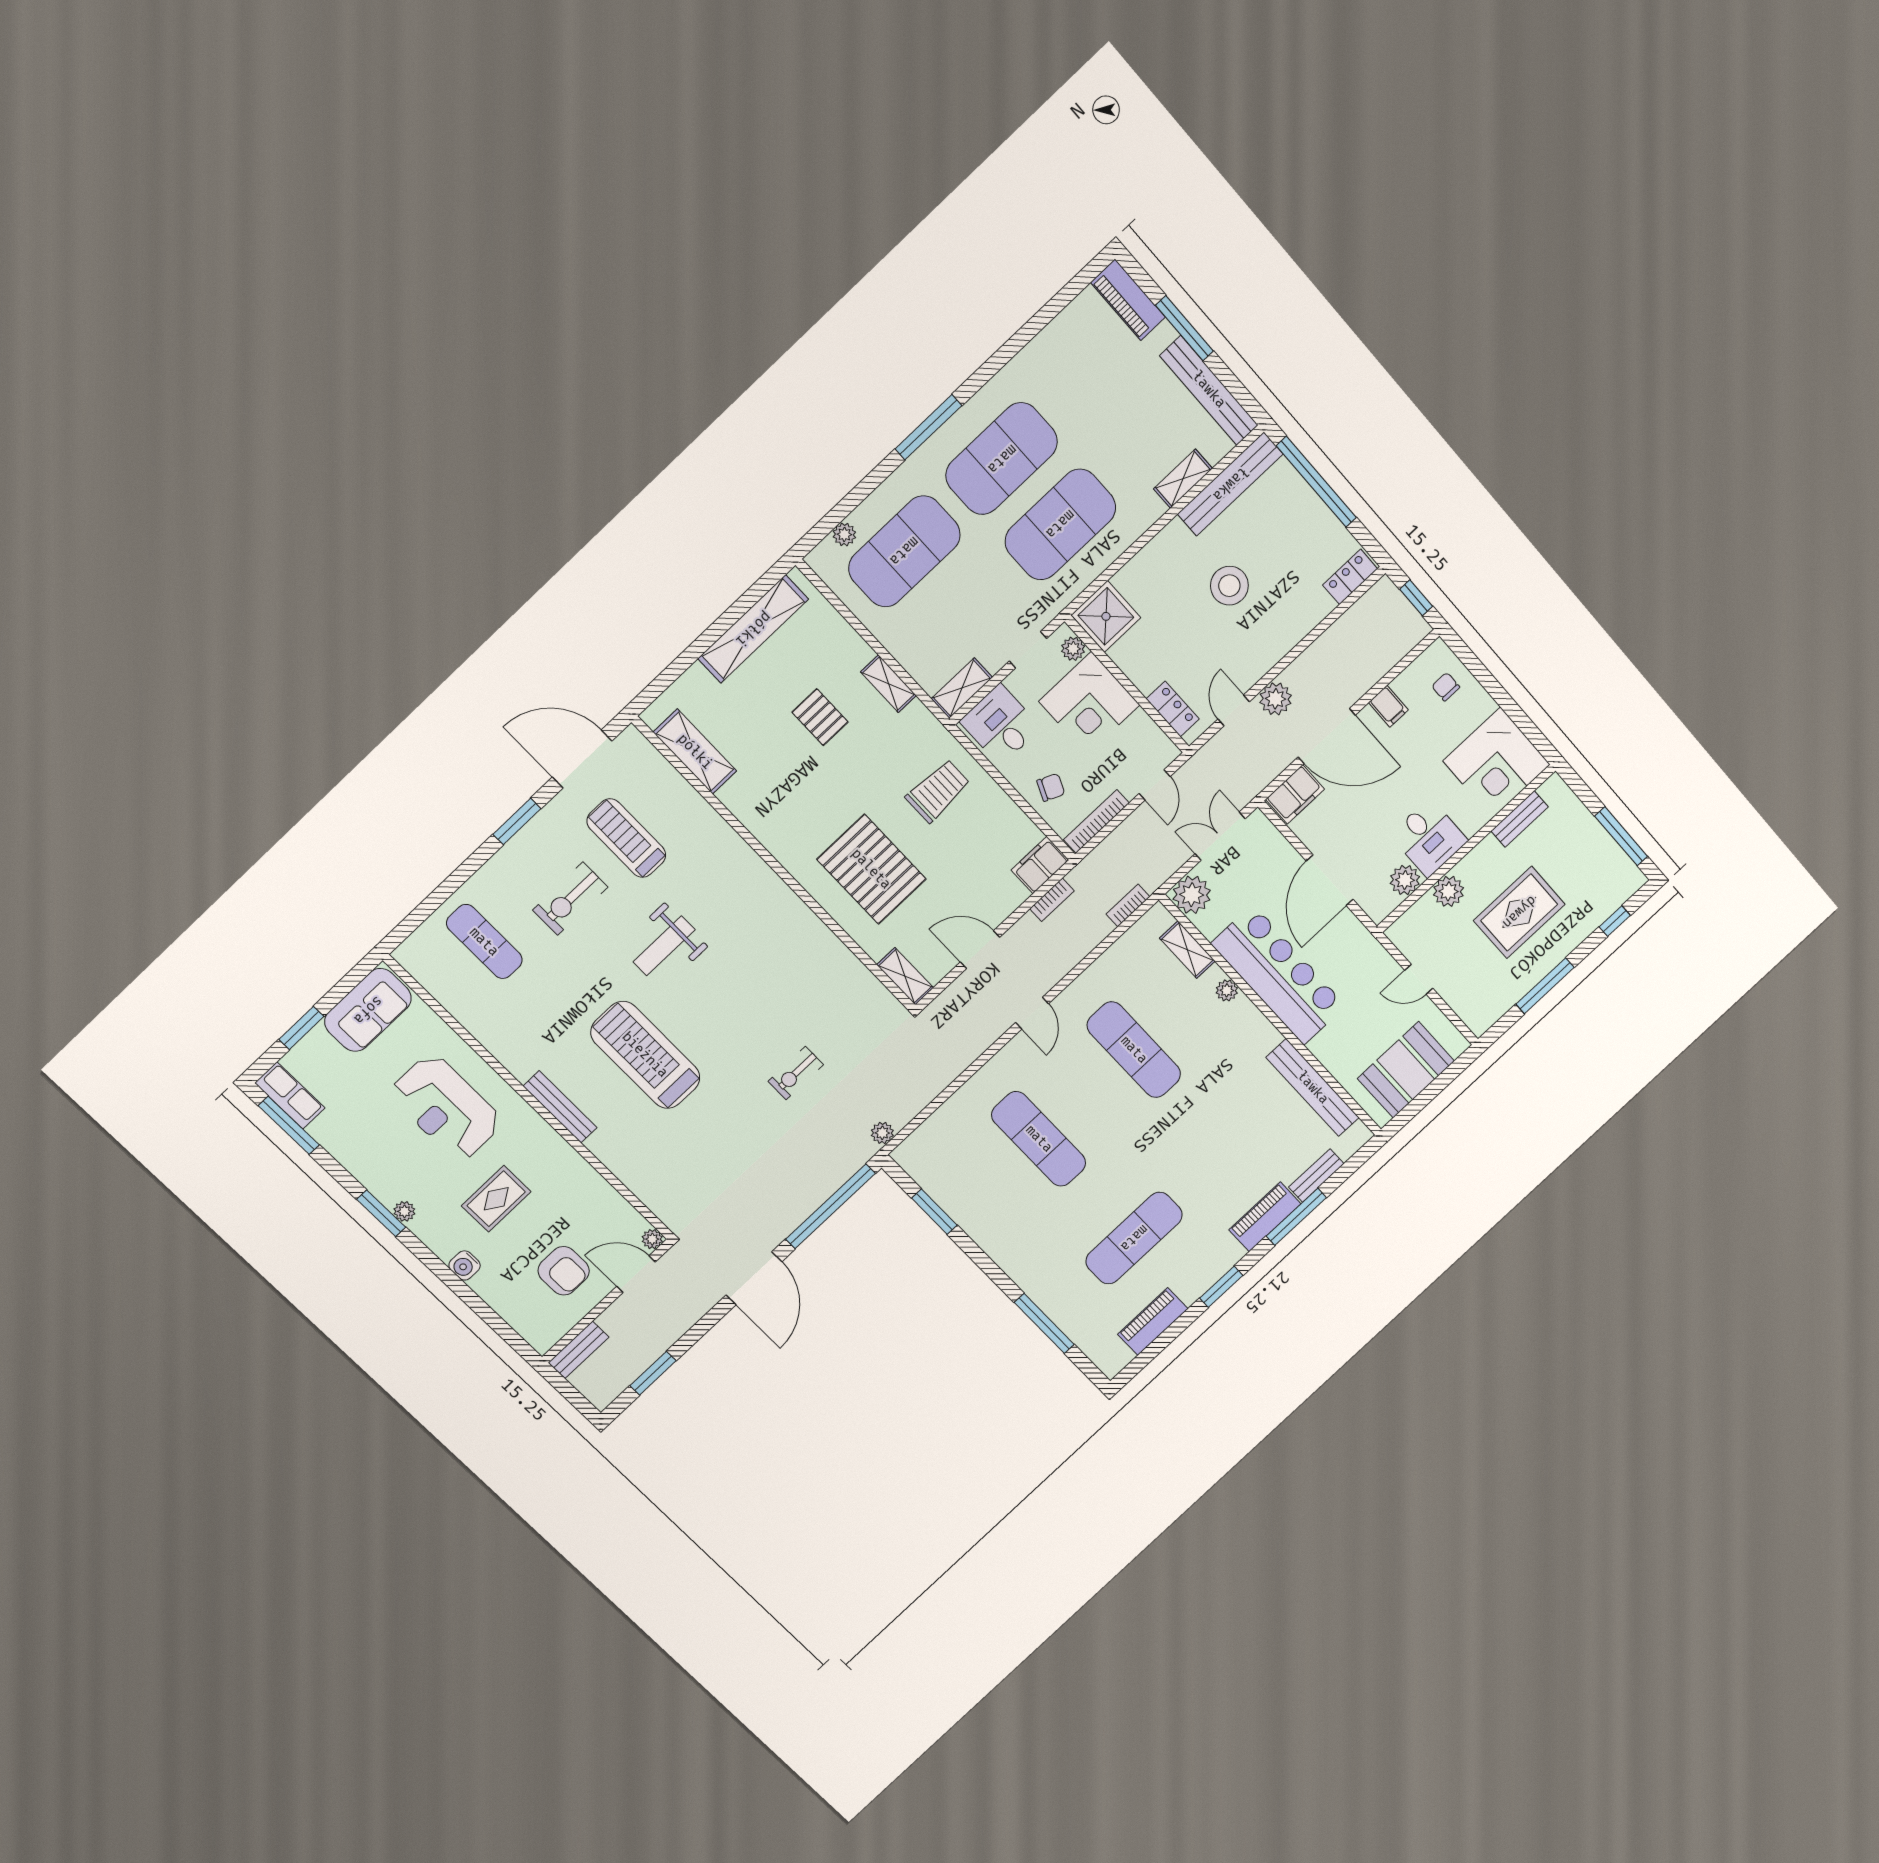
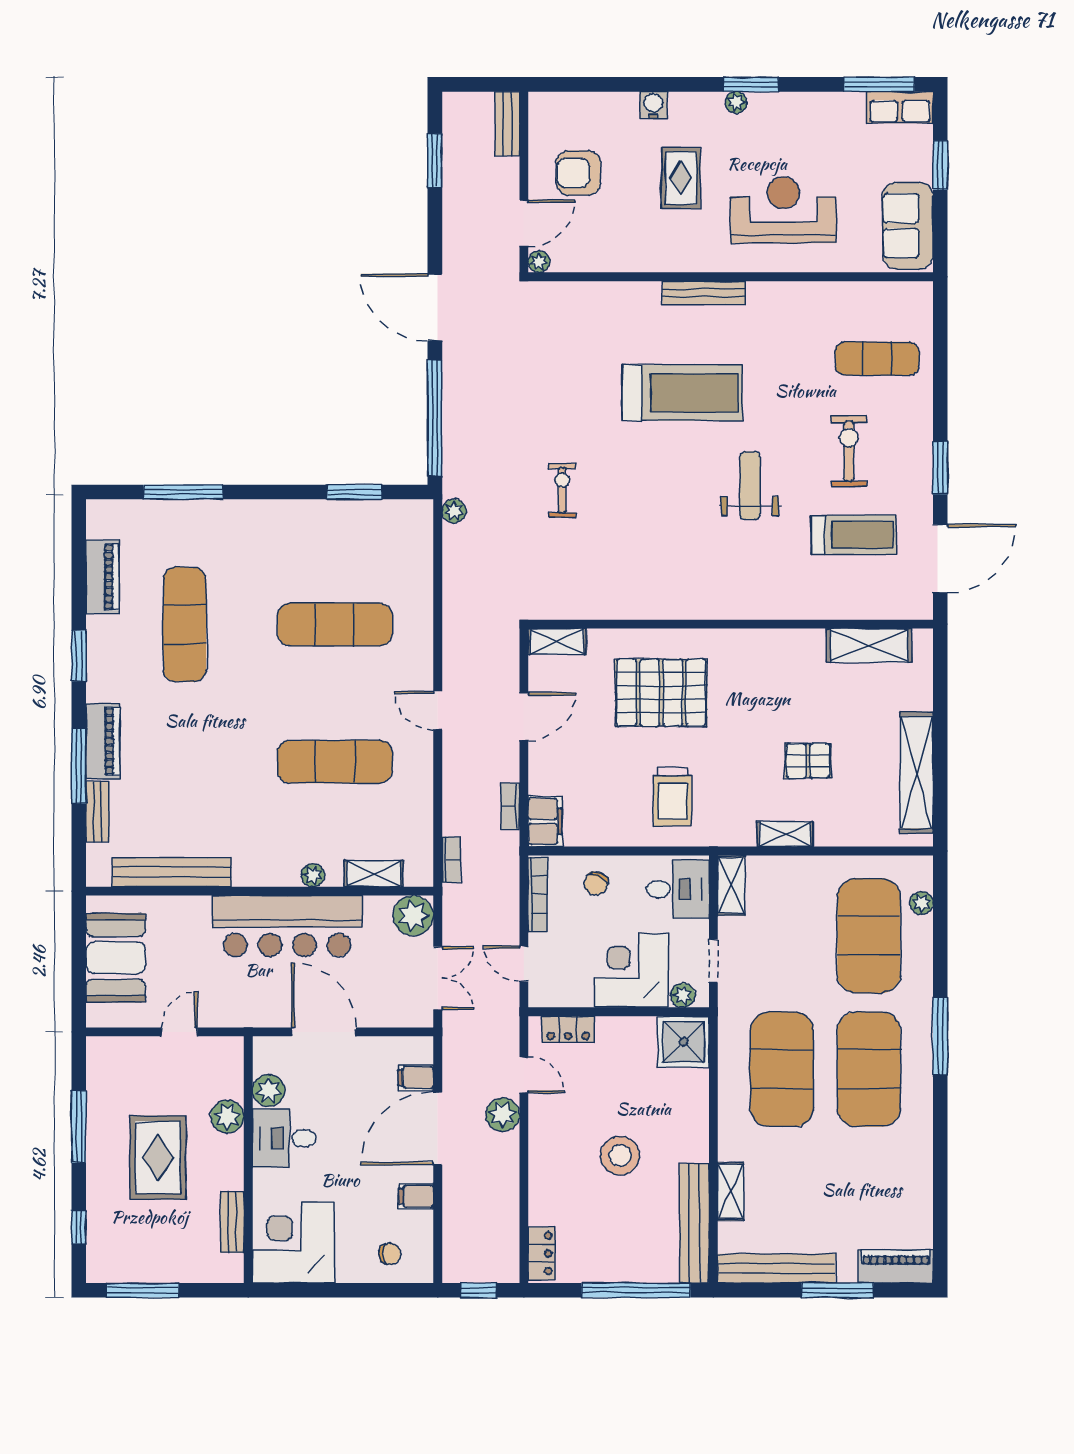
filing cabinet: (1295, 794) -> (416, 1078), width x0.50

